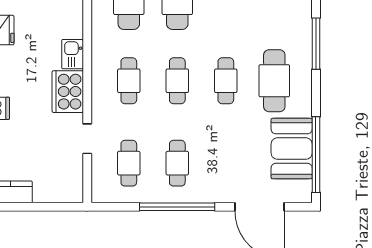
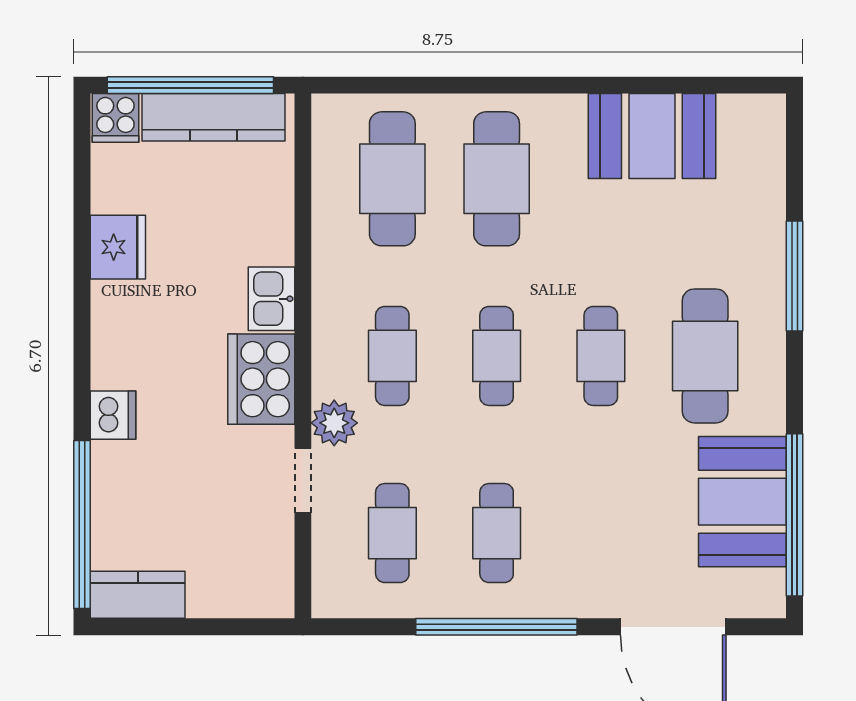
plant: (102, 112) -> (334, 423), added

